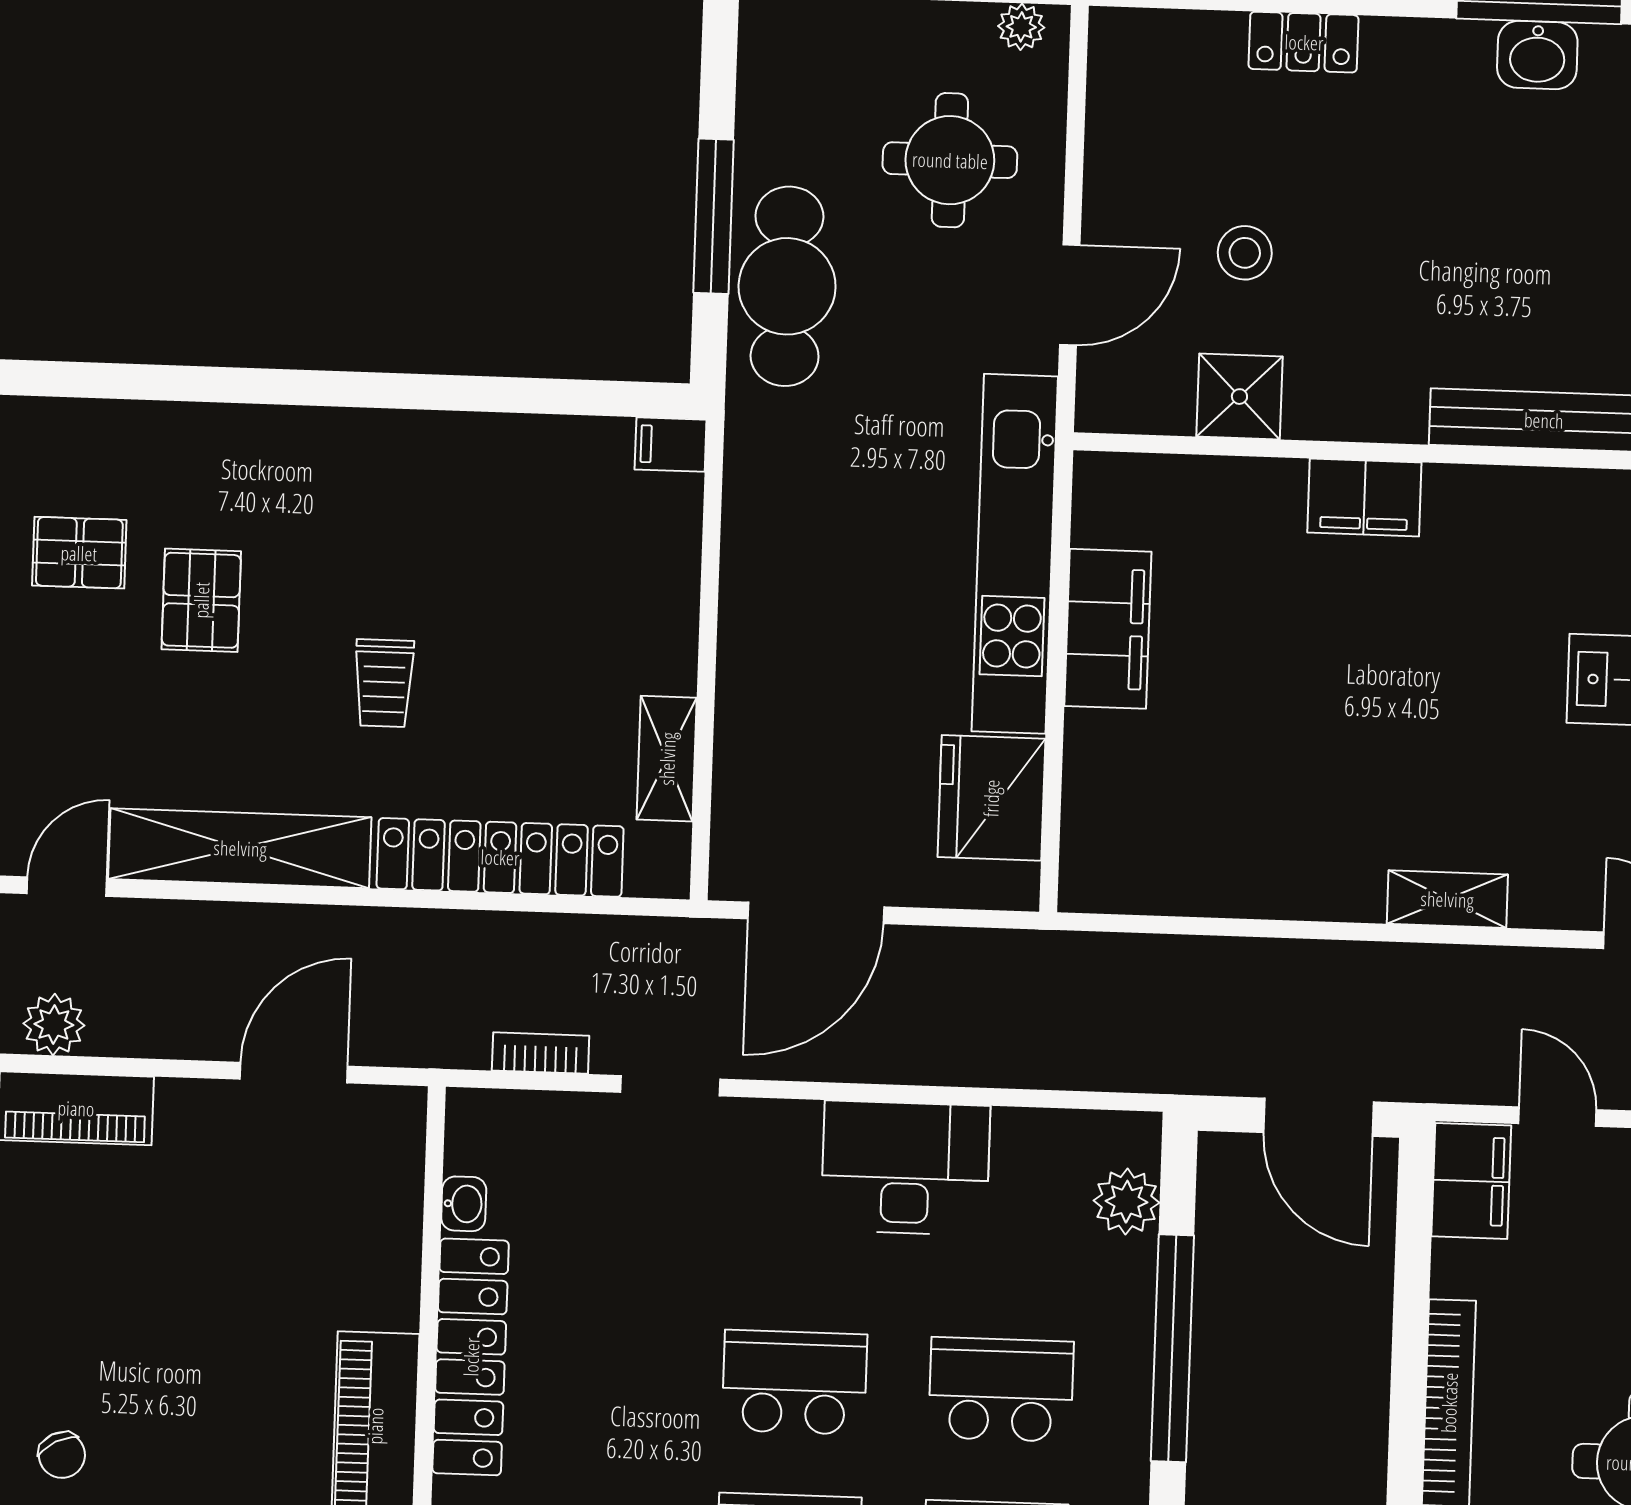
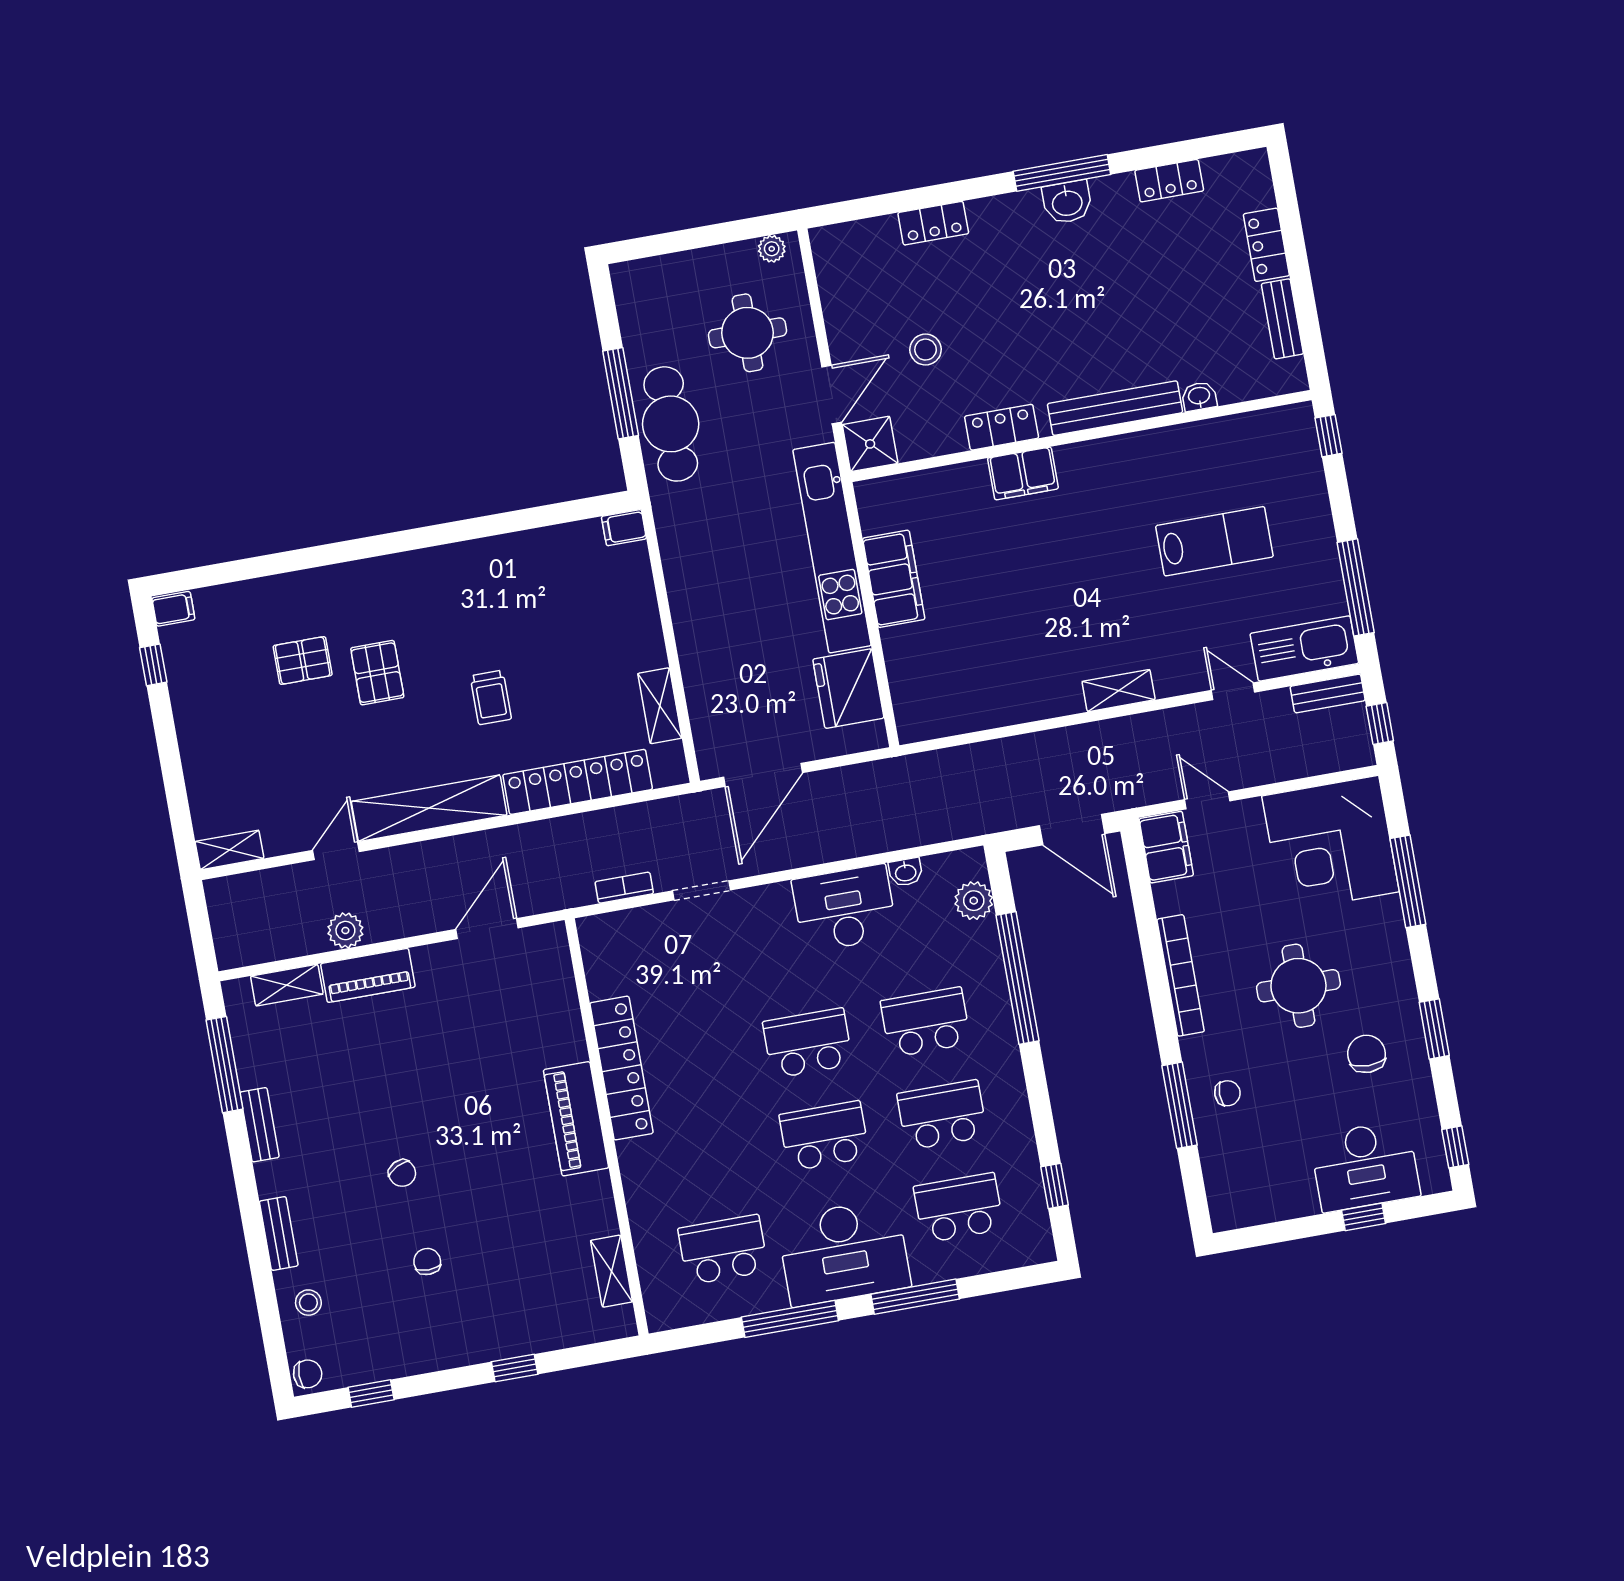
shower: (1239, 397) -> (870, 444), moved
locker: (1345, 412) -> (1002, 427), added
washbasin: (464, 1204) -> (906, 872), moved, turned 90

